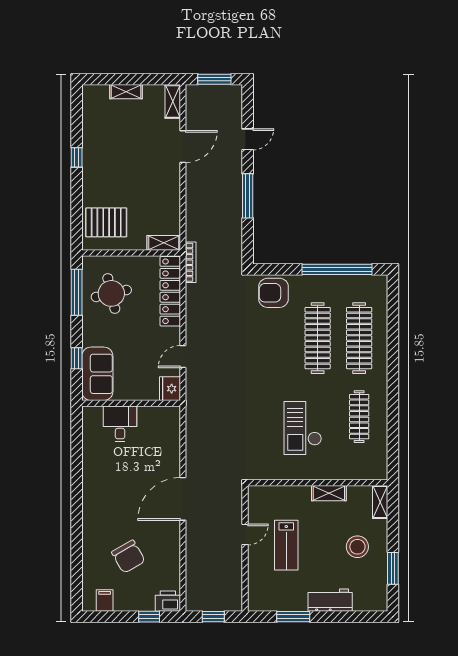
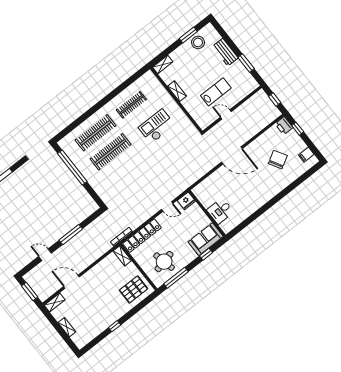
pallet: (106, 222) -> (134, 289), turned 90
armchair: (273, 293) -> (106, 188), removed
checkout: (303, 428) -> (157, 126), turned 180
stool: (357, 547) -> (198, 42), moved

